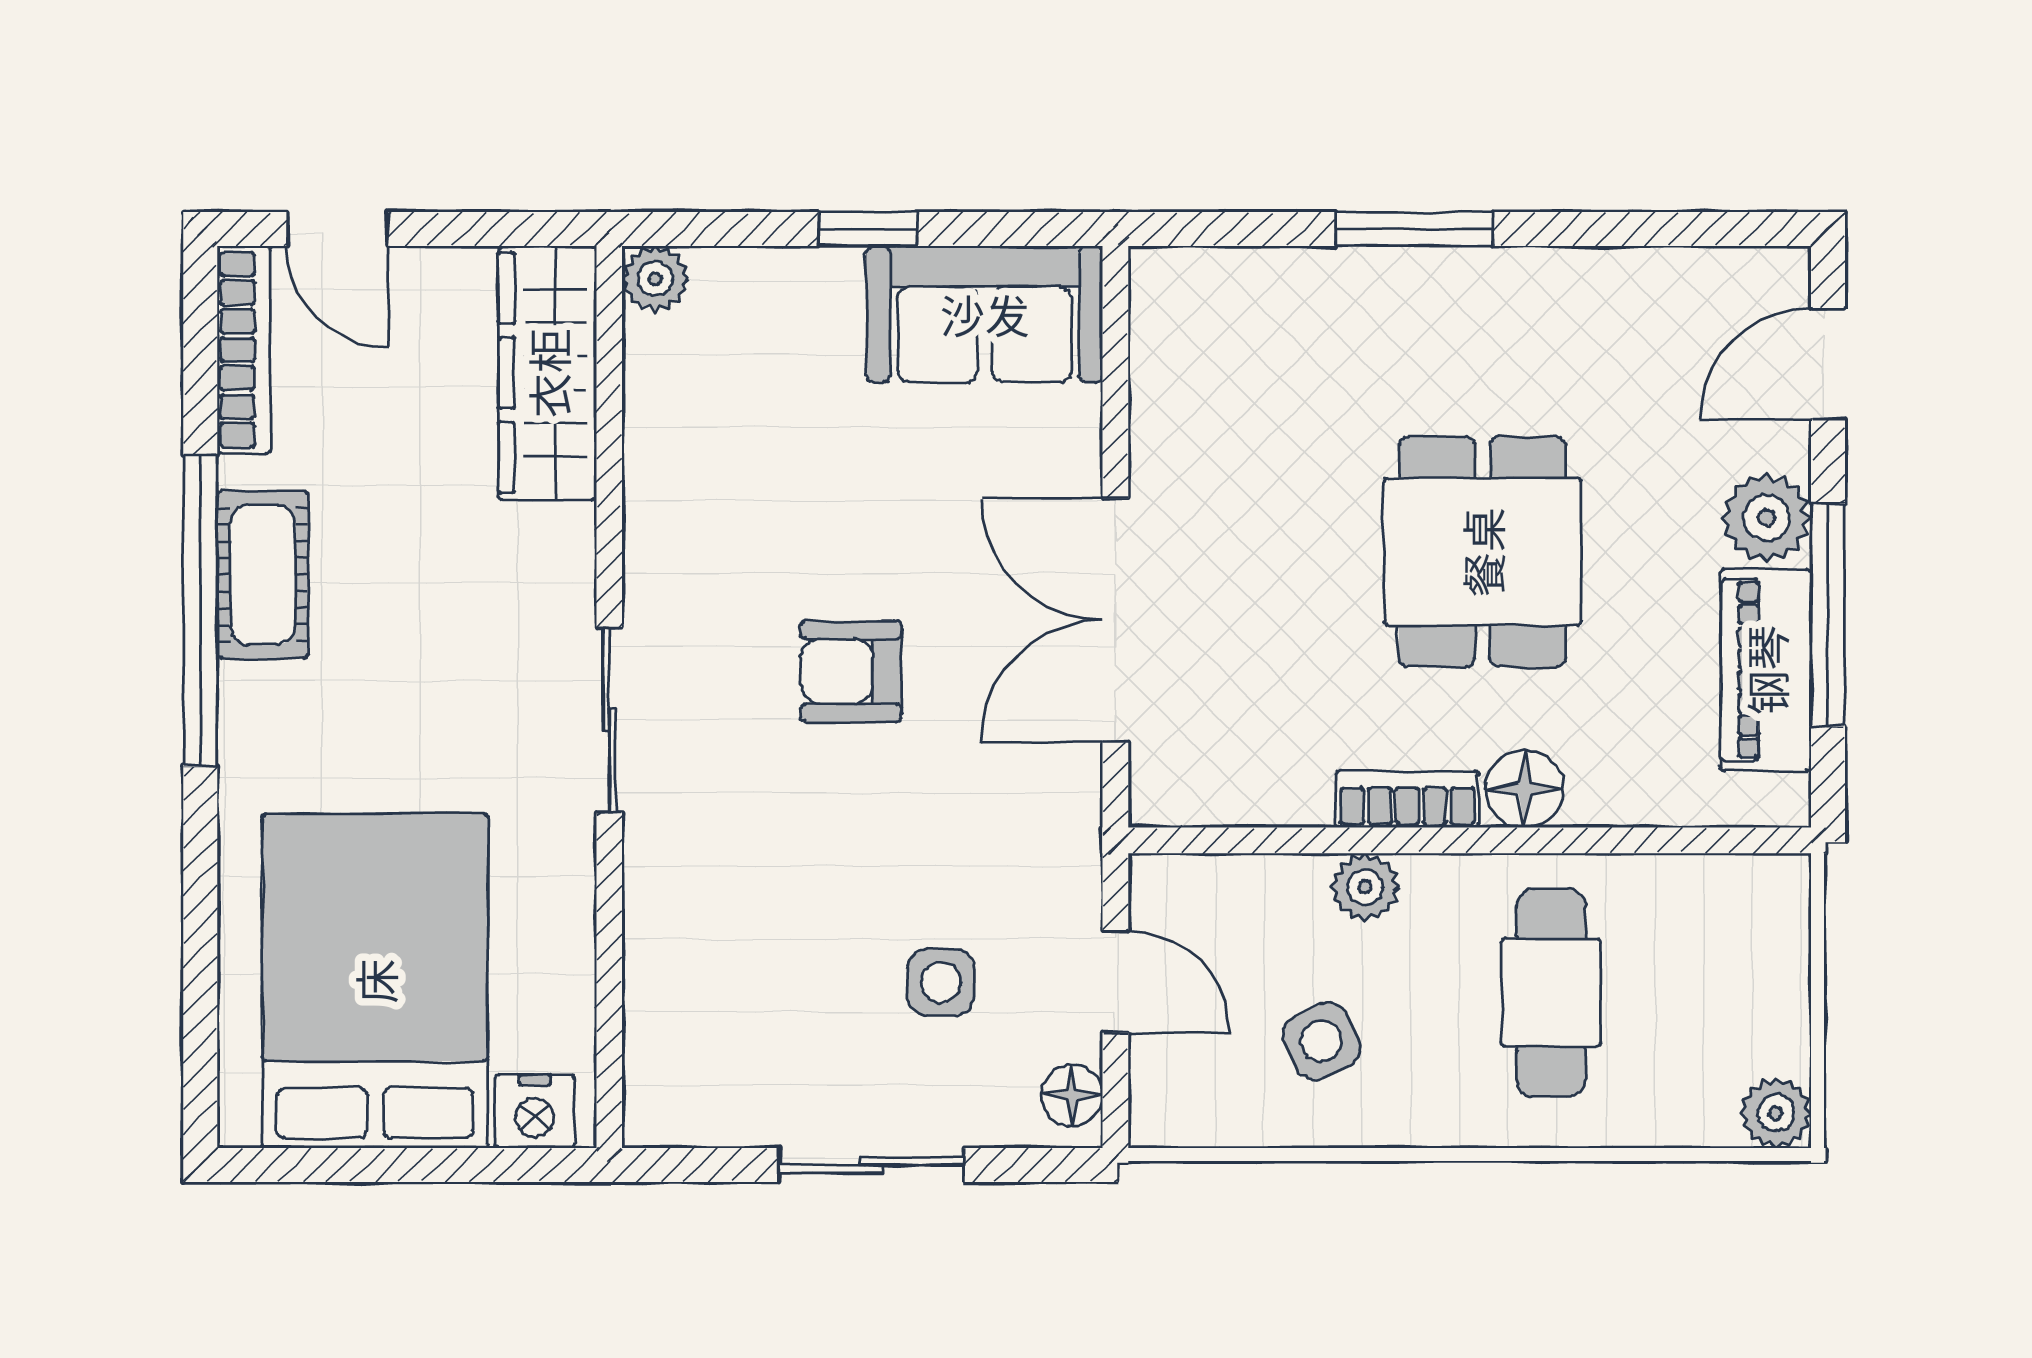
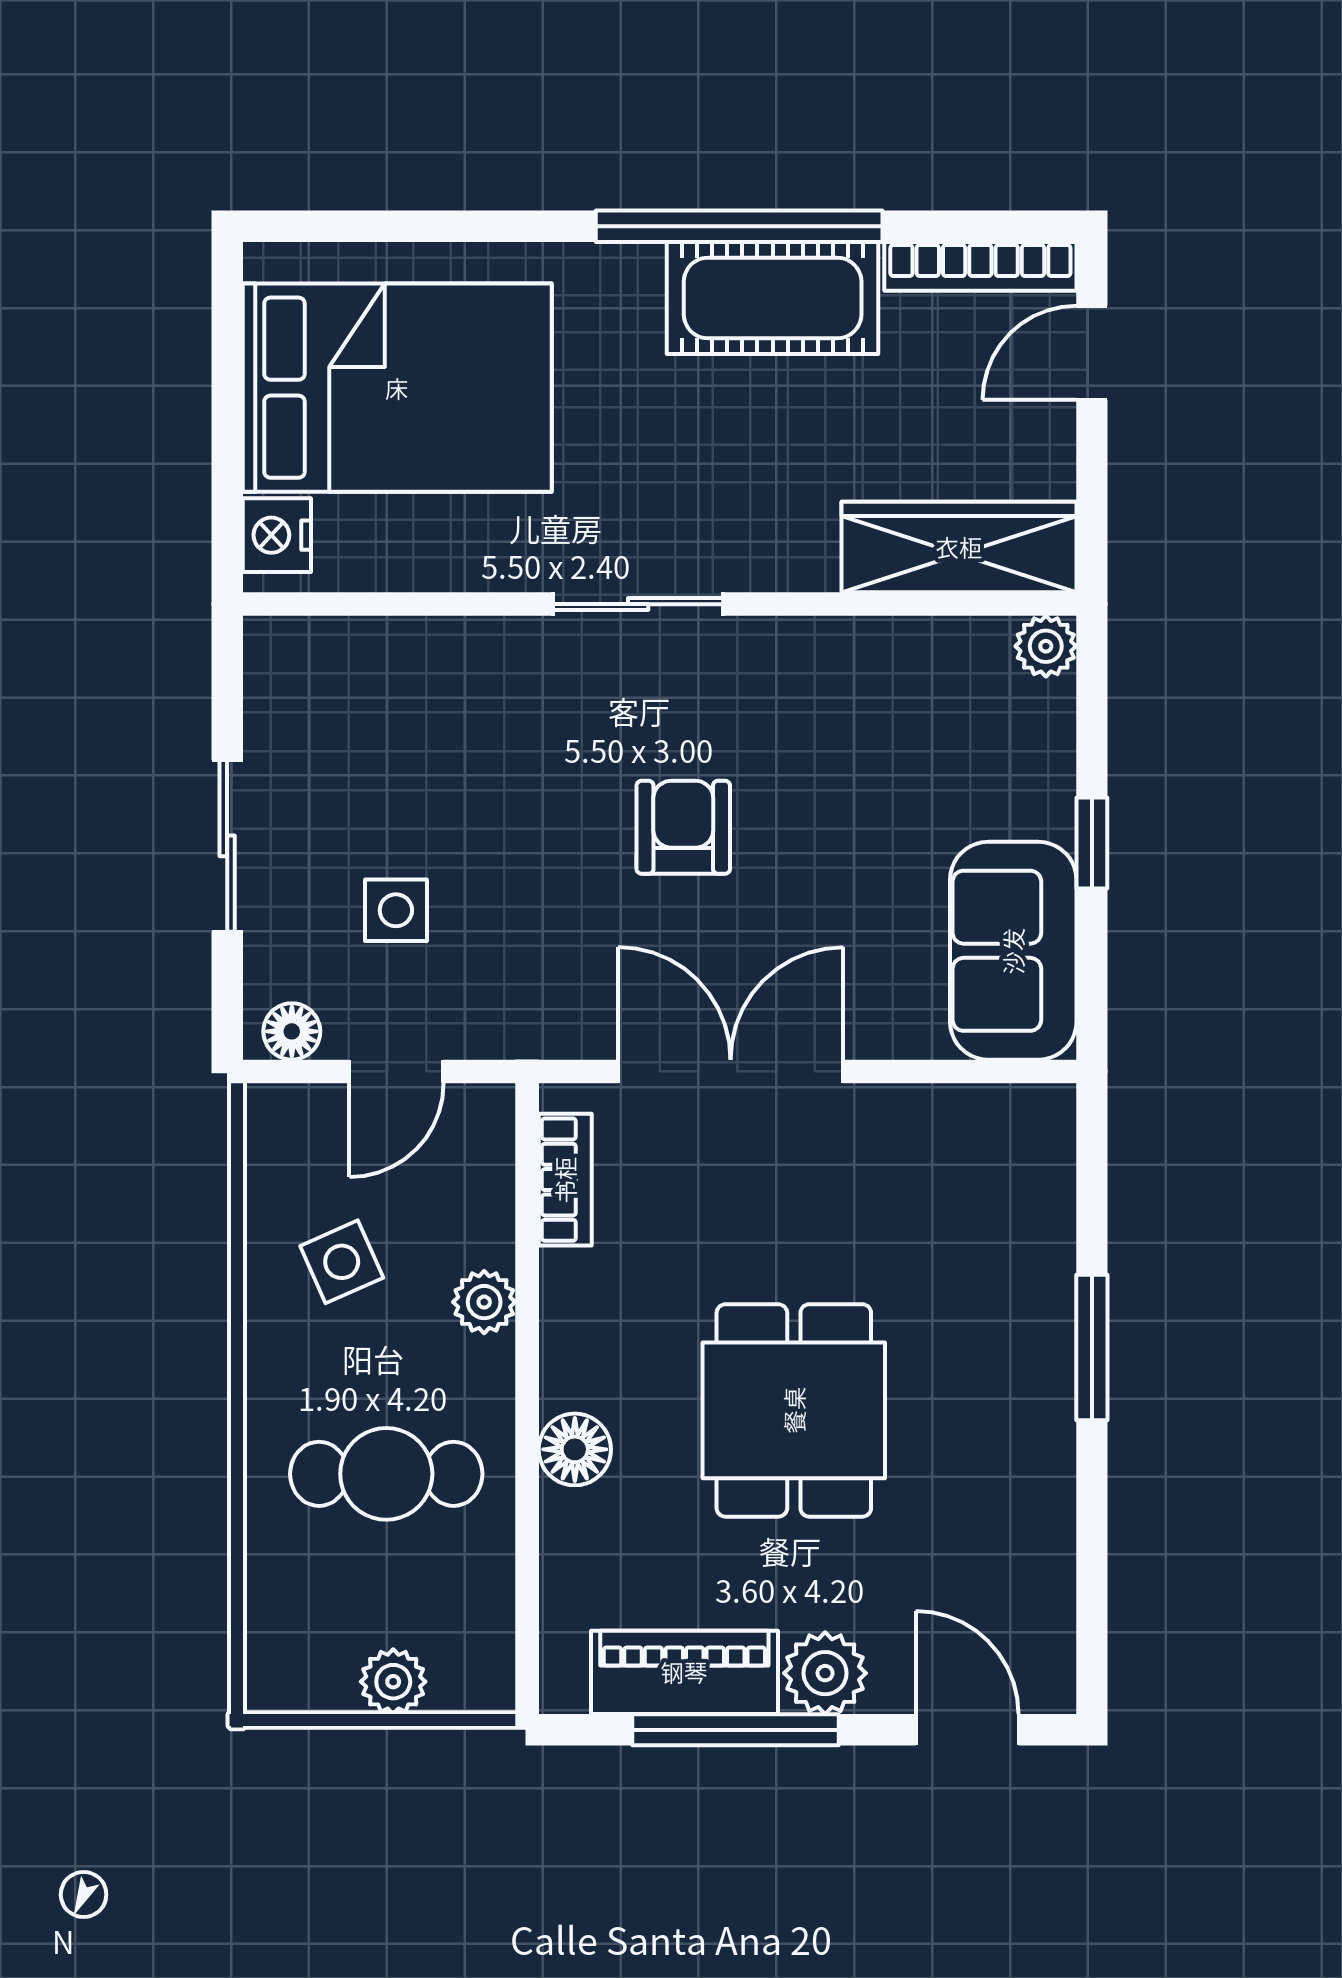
dining table: (1482, 552) -> (794, 1410), turned 90
cot: (263, 575) -> (773, 298), width x1.37, depth x1.34
bookcase: (1407, 799) -> (565, 1180), moved
plant: (1776, 1113) -> (393, 1682), moved

